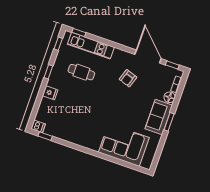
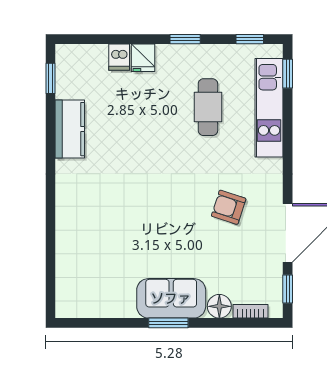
dishwasher: (38, 126) -> (119, 57), moved
kitchen counter: (70, 135) -> (70, 129), added
corner sofa: (124, 145) -> (89, 247), removed

